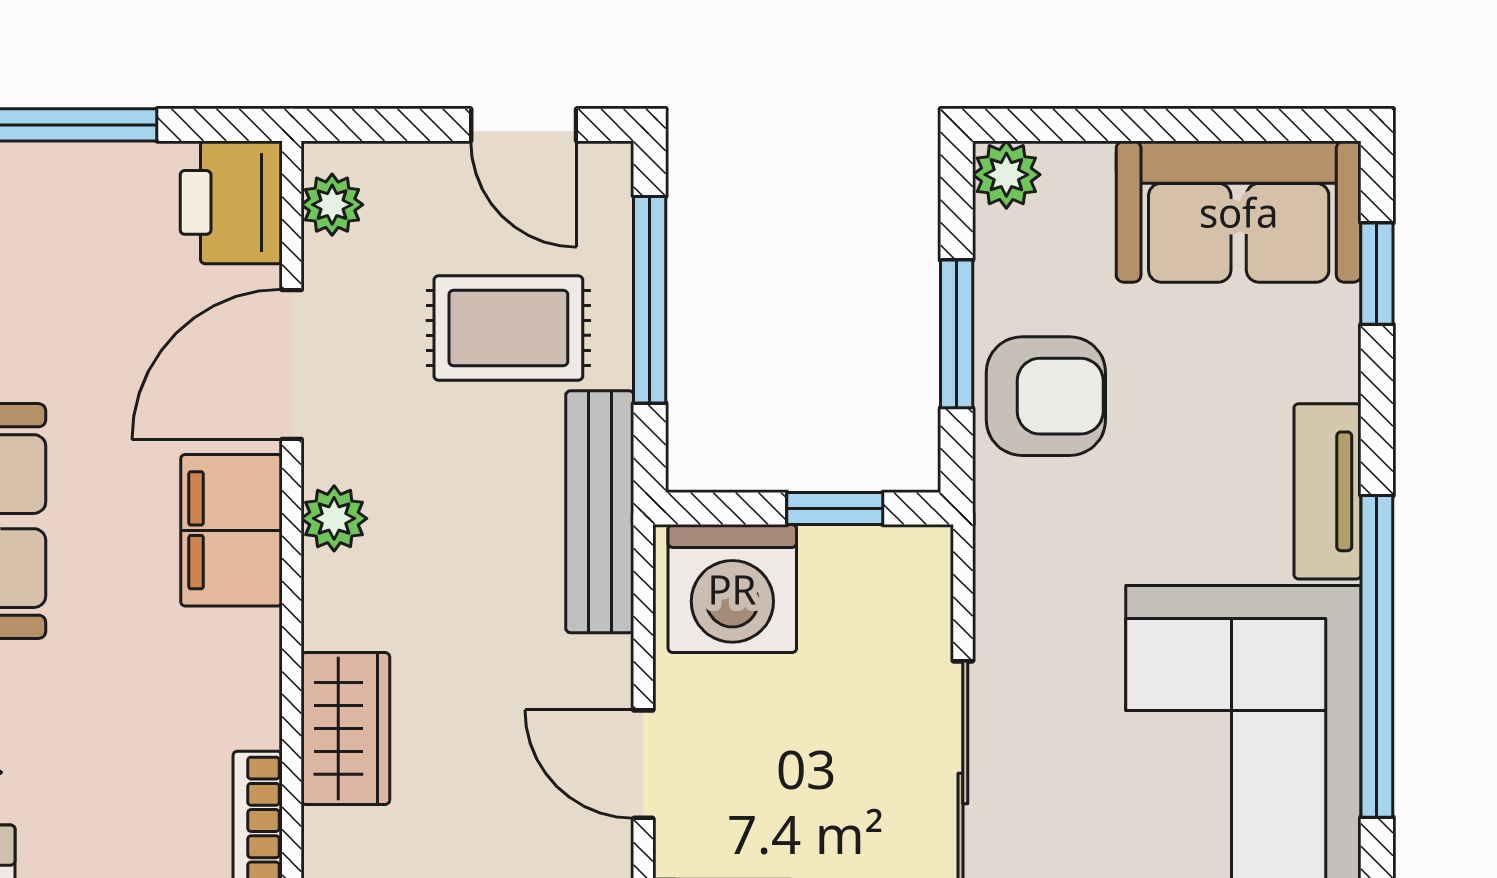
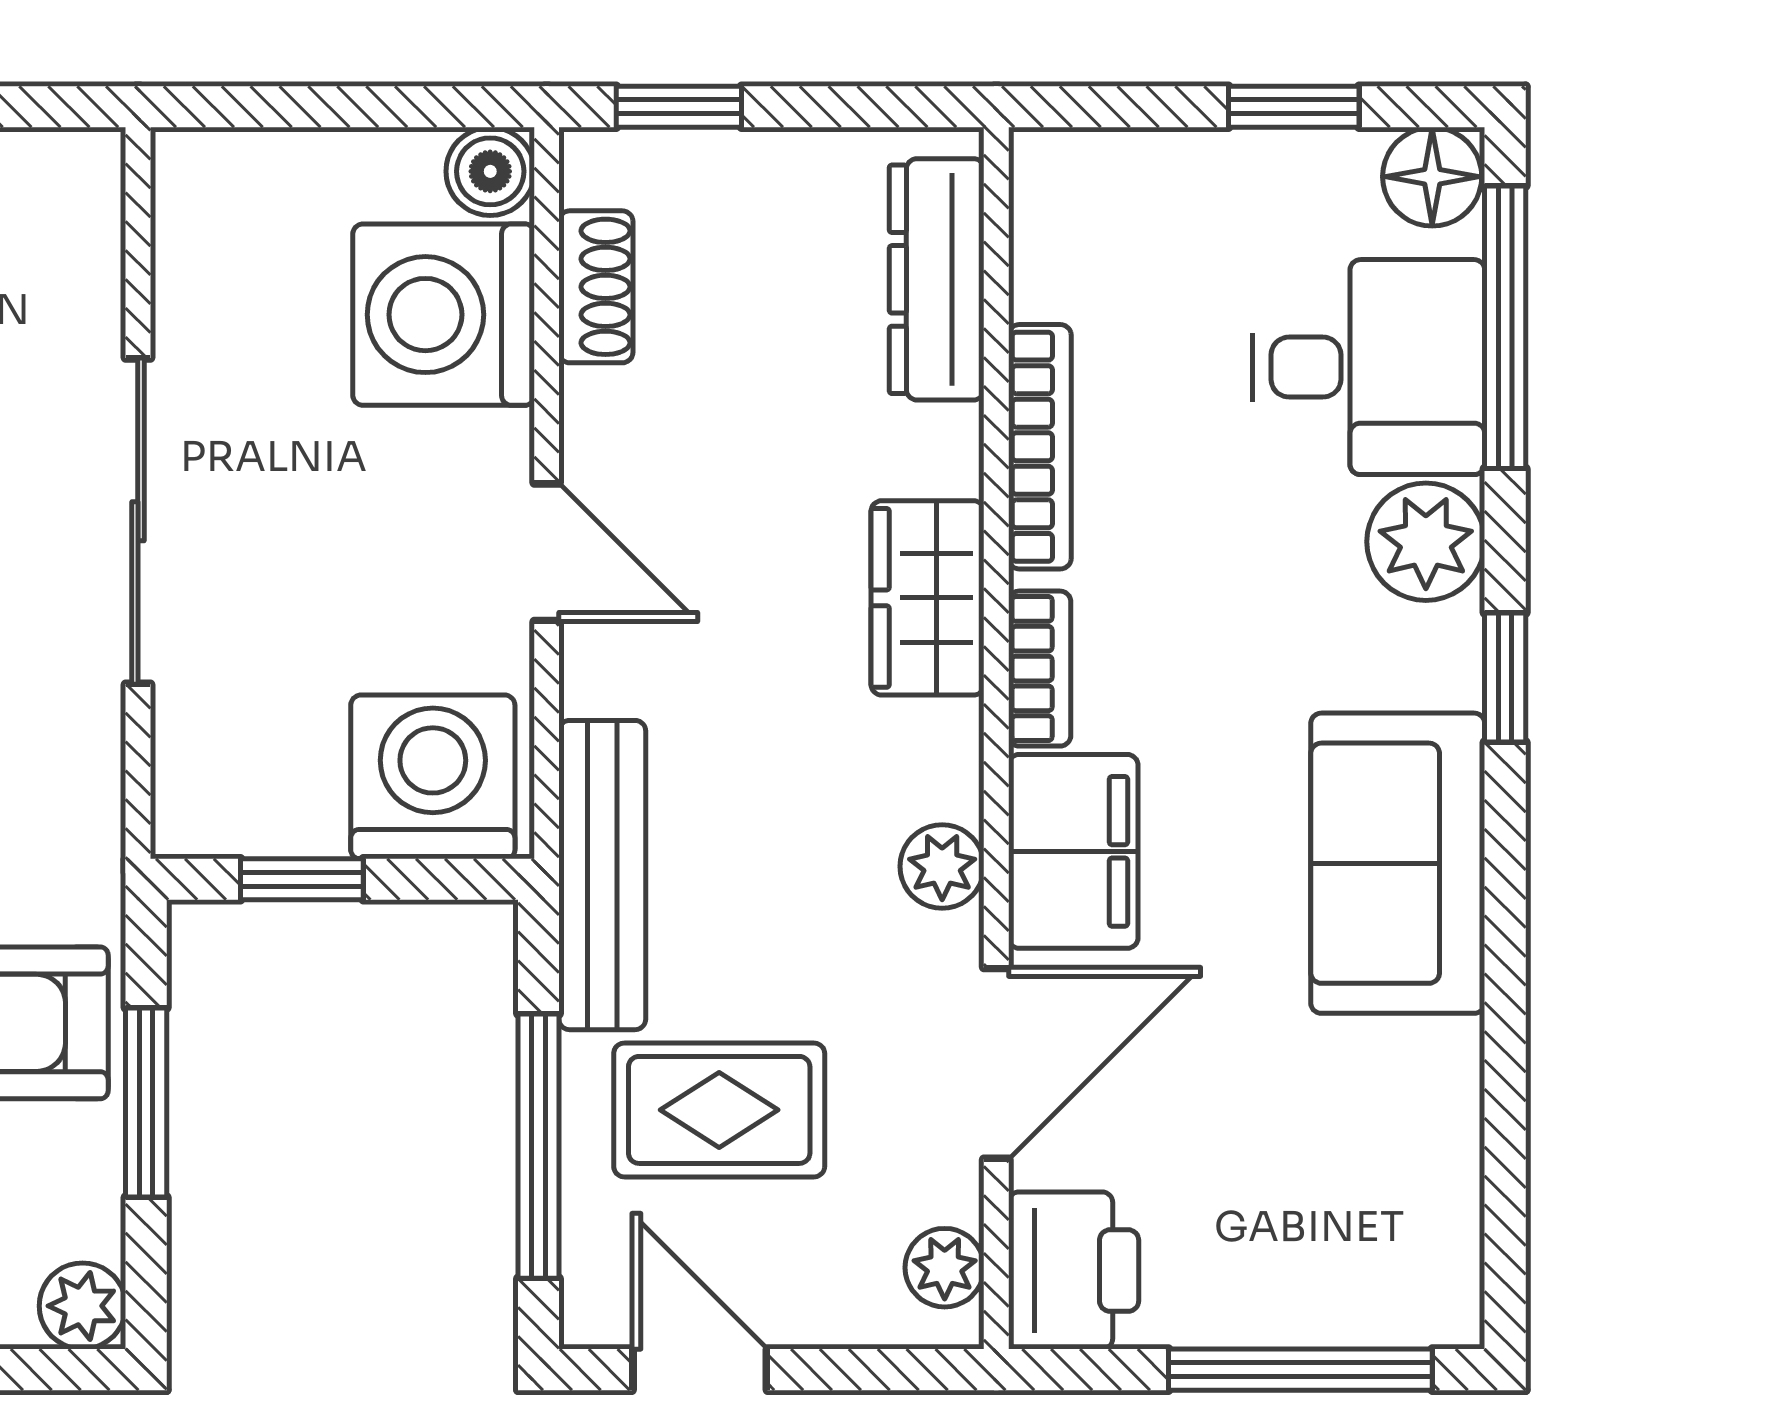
bookcase: (258, 673) -> (1040, 669), added

